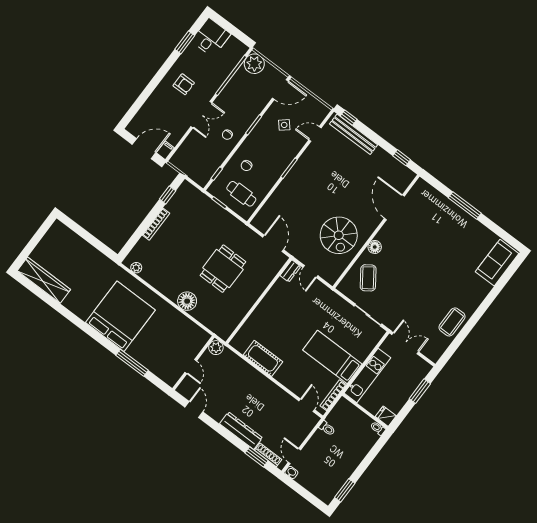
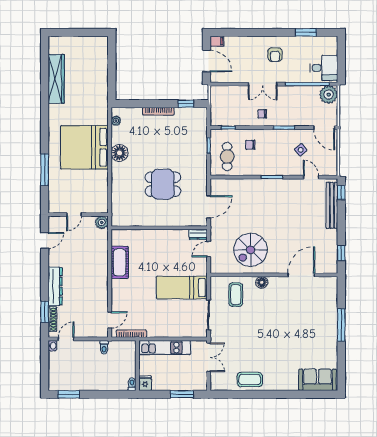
desk: (211, 37) -> (324, 68), moved
filing cabinet: (165, 150) -> (217, 41), moved
coffee table: (368, 278) -> (236, 295), turned -55
wardrobe: (44, 280) -> (56, 79), moved
floor lamp: (187, 301) -> (120, 153), moved
bed: (120, 316) -> (84, 147), moved, turned 180
bed: (332, 357) -> (182, 288), moved, turned -90

